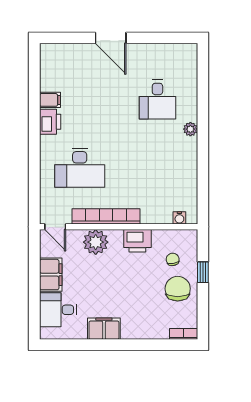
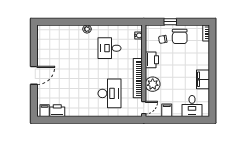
filing cabinet: (50, 100) -> (45, 111), moved
desk: (157, 100) -> (109, 48), moved, turned 180
printer: (50, 122) -> (57, 111), moved
filing cabinet: (51, 275) -> (167, 110), width x0.50
chair: (178, 289) -> (180, 36), turned -90

